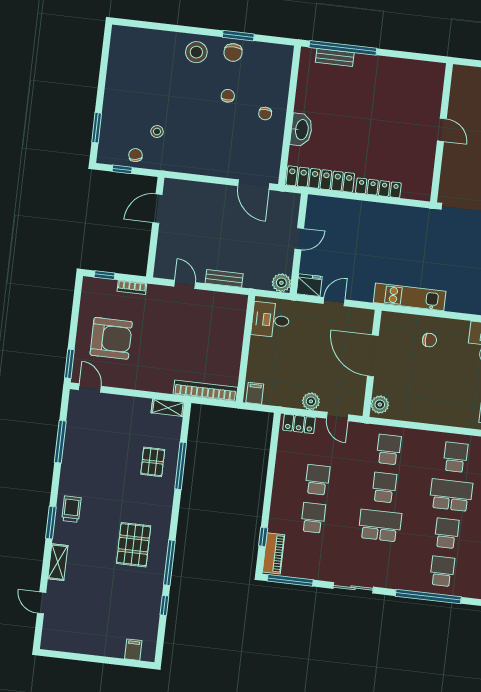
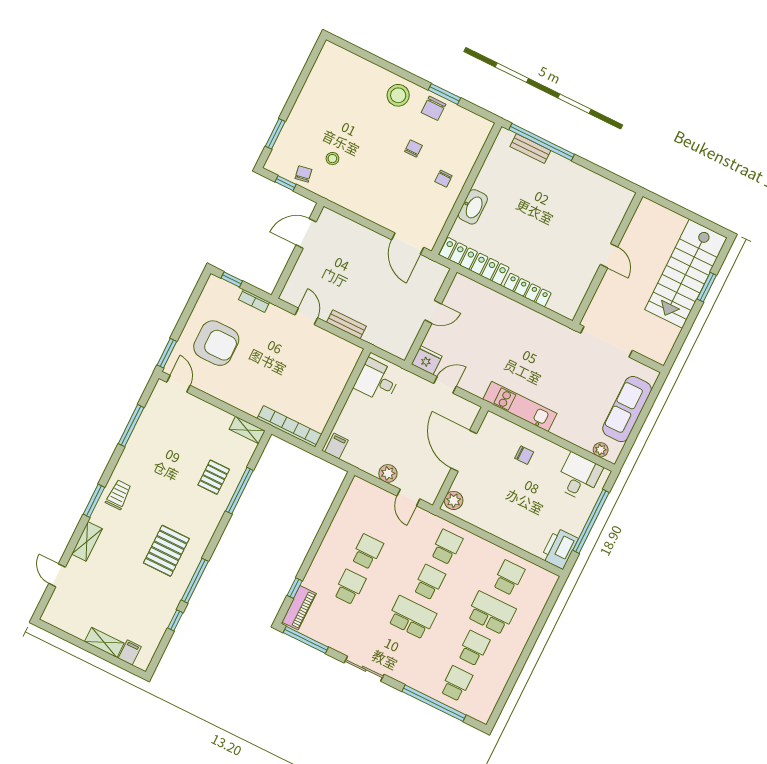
plant: (281, 283) -> (401, 348), removed
locker: (299, 424) -> (369, 491), removed
shelving: (107, 649) -> (104, 642), added

